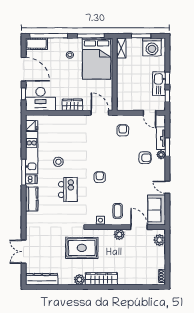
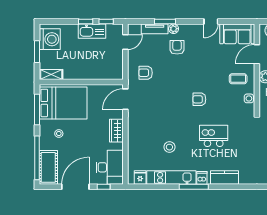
cot: (36, 44) -> (48, 167), width x1.37, depth x1.34
stool: (58, 162) -> (169, 147), moved

